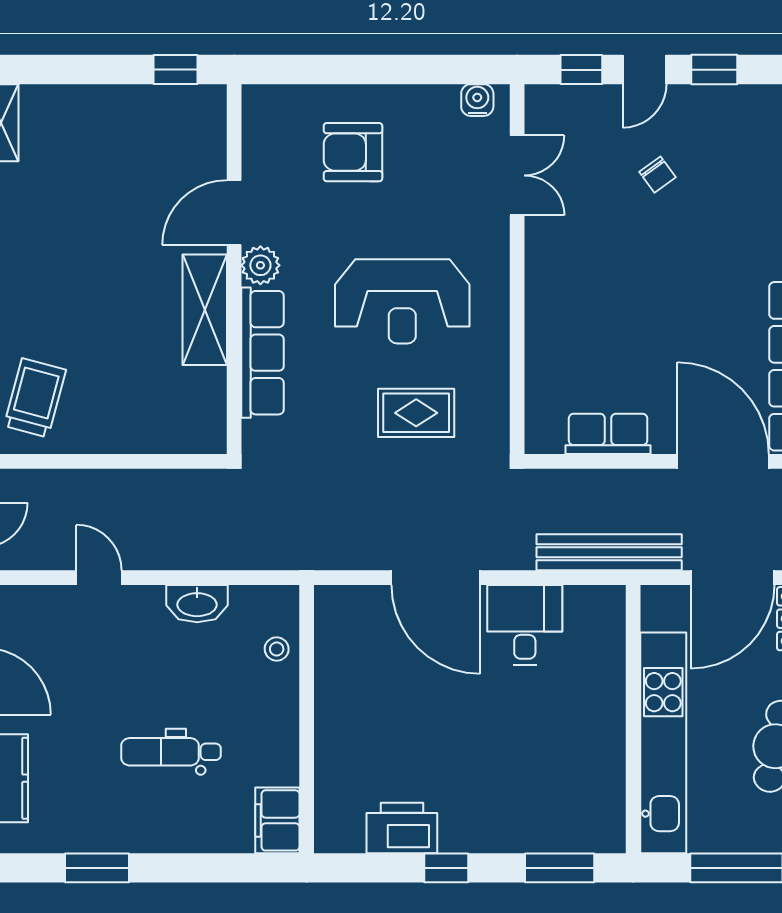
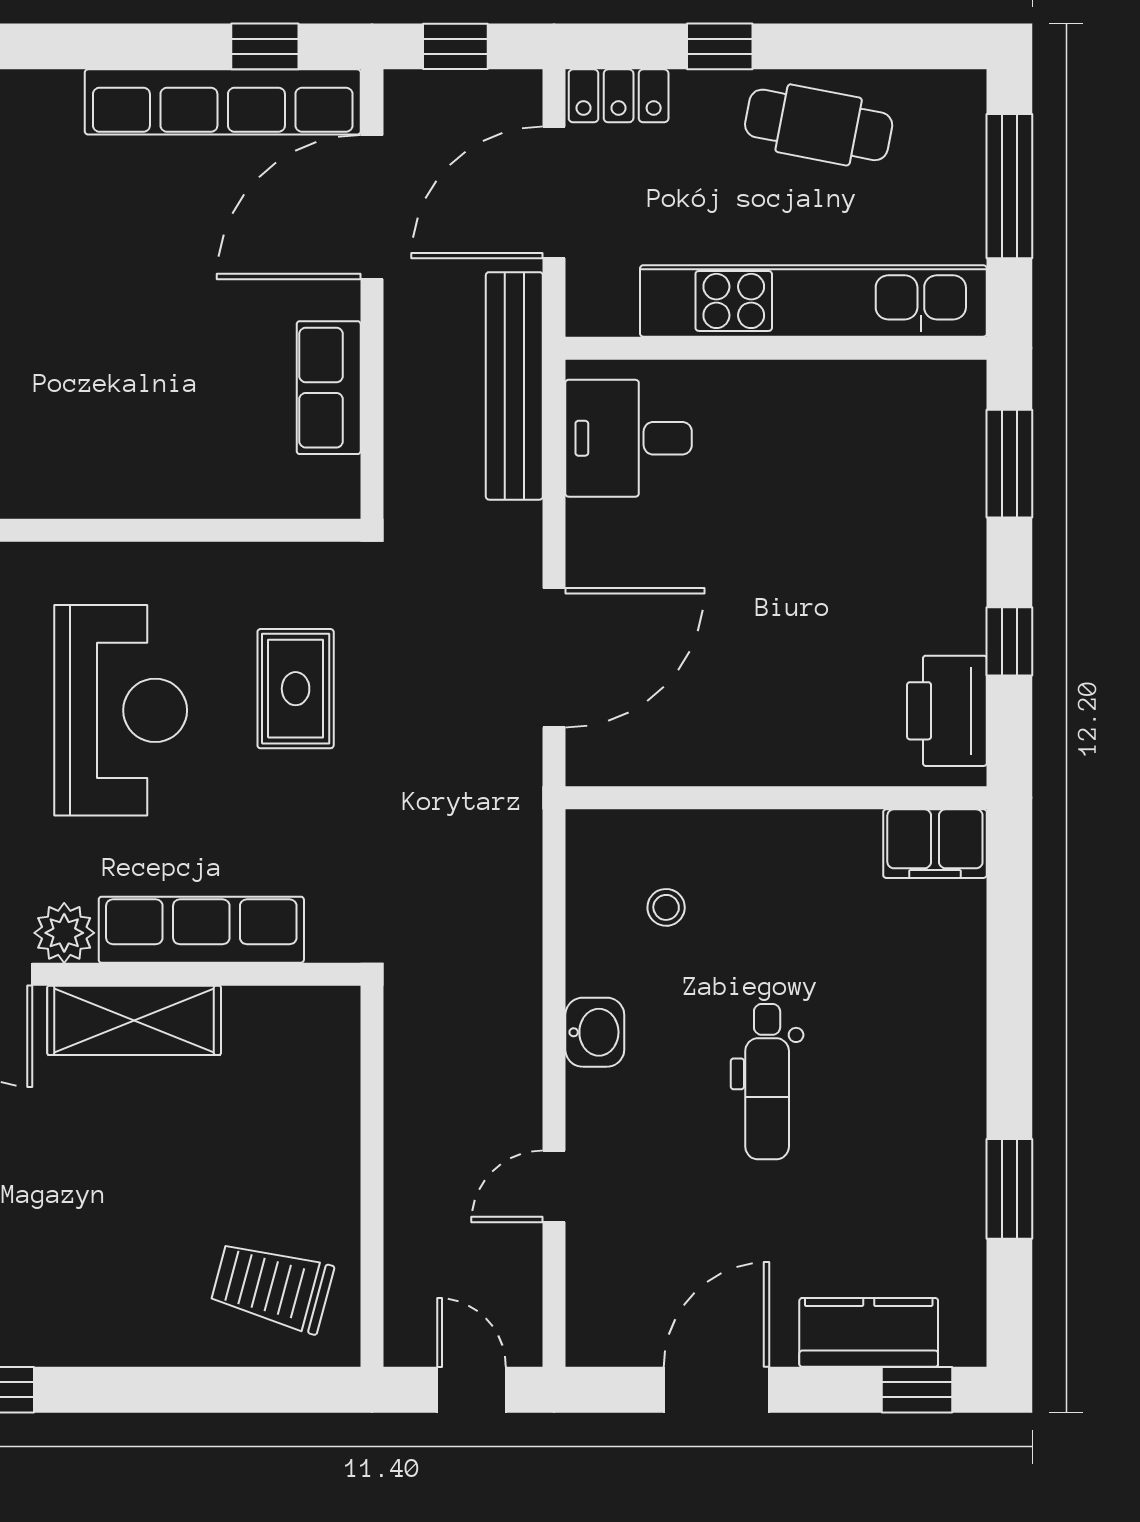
door: (732, 578) -> (554, 192), swing flipped
washbasin: (197, 604) -> (595, 1032), width x0.72
desk: (525, 625) -> (629, 438), moved
wall: (307, 719) -> (776, 798), moved
dental chair: (171, 752) -> (767, 1082), moved
filing cabinet: (277, 820) -> (935, 844), moved

